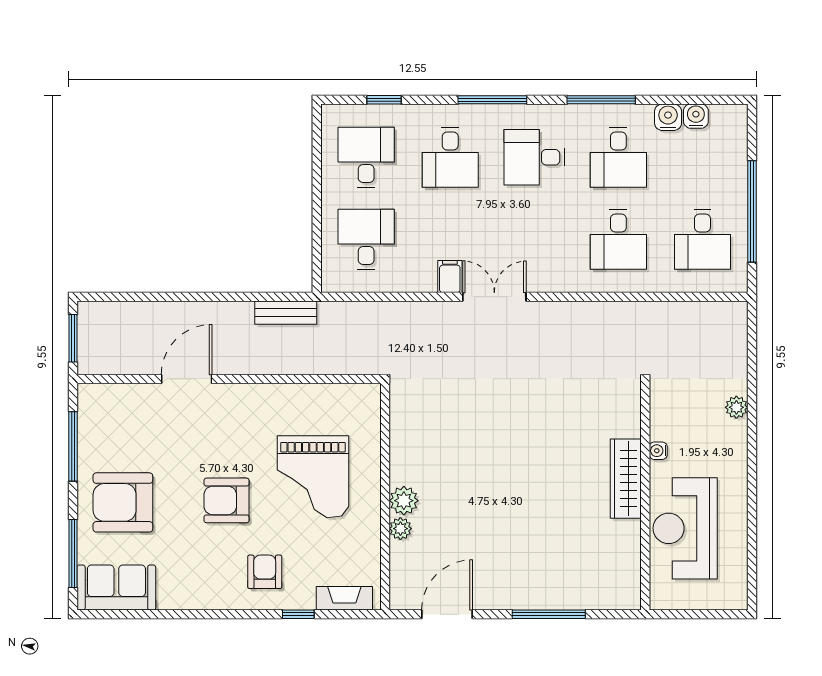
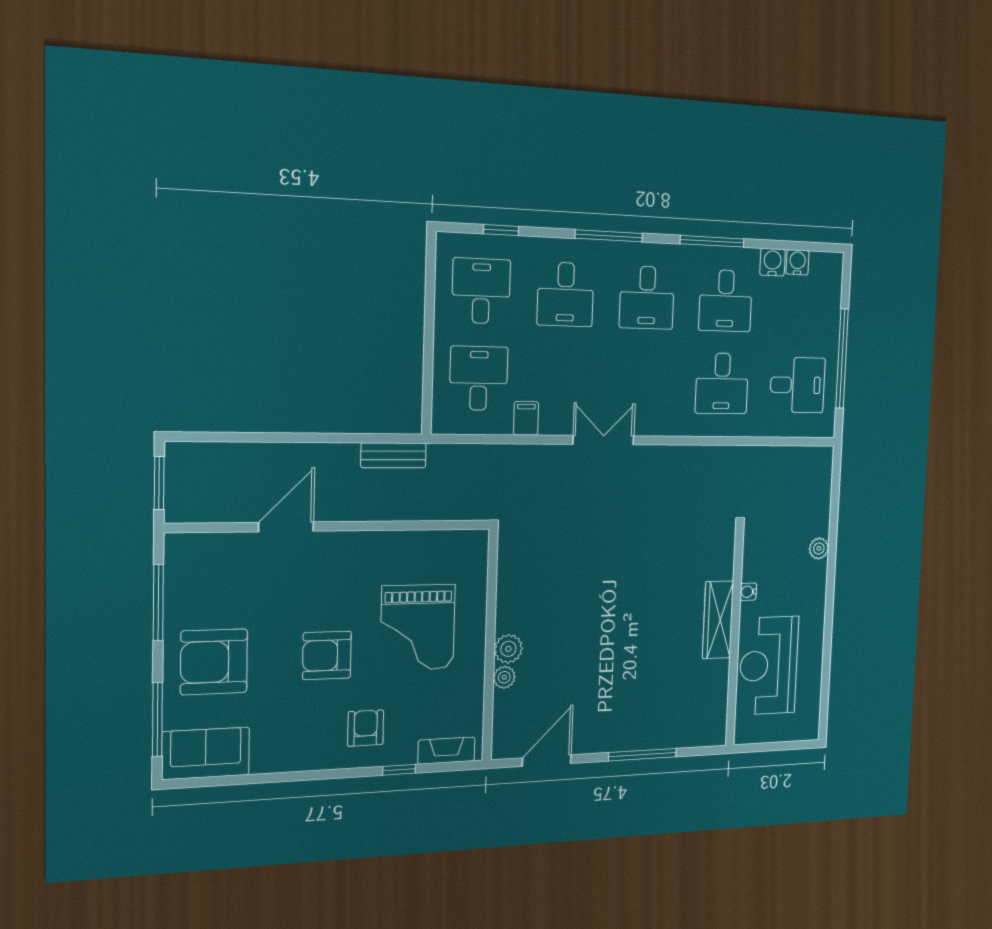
desk: (534, 157) -> (647, 298), turned -90
desk: (702, 239) -> (797, 385), turned -90
filing cabinet: (450, 277) -> (526, 418), moved

